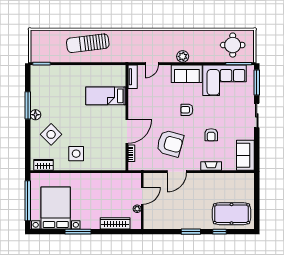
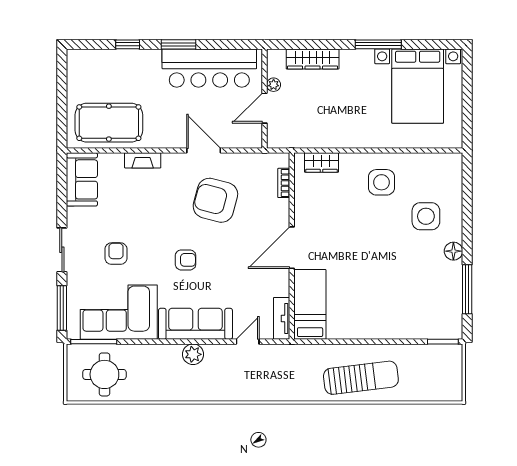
sofa: (187, 74) -> (195, 324), width x1.36
bed: (106, 96) -> (310, 304), moved, turned -90
window: (28, 105) -> (467, 289), moved
door: (127, 131) -> (292, 248), moved
side table: (51, 134) -> (426, 216), turned 45
armchair: (211, 135) -> (116, 254), moved
wardrobe: (44, 165) -> (321, 163), moved
door: (177, 172) -> (204, 150), hinge flipped
window: (28, 201) -> (467, 99), removed
pool table: (232, 214) -> (109, 123), moved
bar counter: (173, 218) -> (209, 68), added

